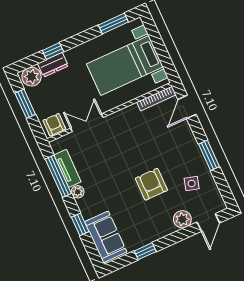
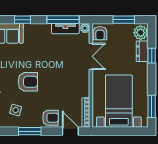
armchair: (54, 125) -> (100, 33), turned 90
armchair: (182, 138) -> (50, 118), added
plant: (78, 192) -> (85, 28), moved

